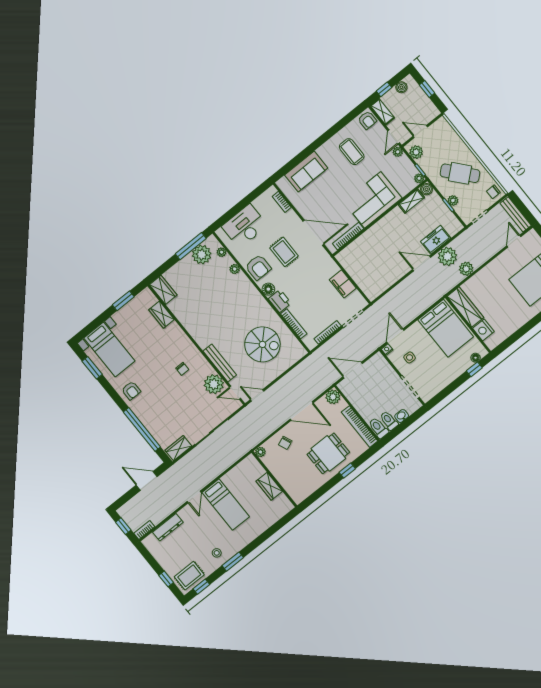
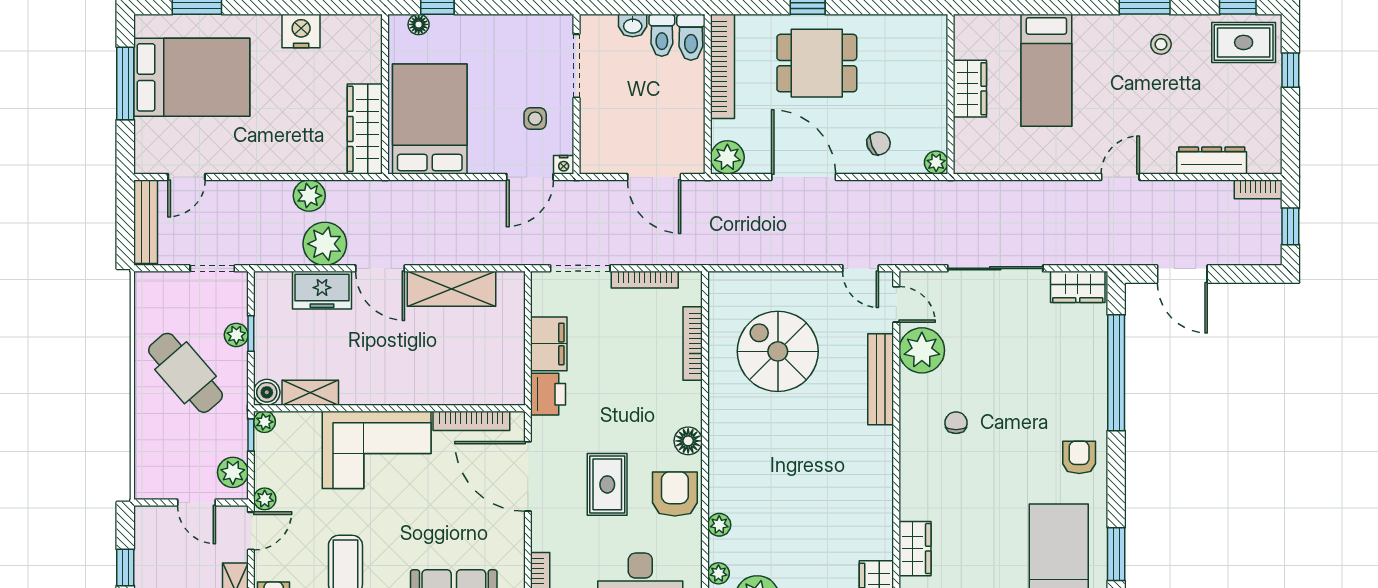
chair: (493, 192) -> (153, 293), removed
shelving: (391, 276) -> (451, 289), added
printer: (280, 301) -> (548, 394), moved, turned 180
nightstand: (483, 330) -> (301, 31), moved, turned -90
bed: (226, 505) -> (1046, 70), moved, turned 180

